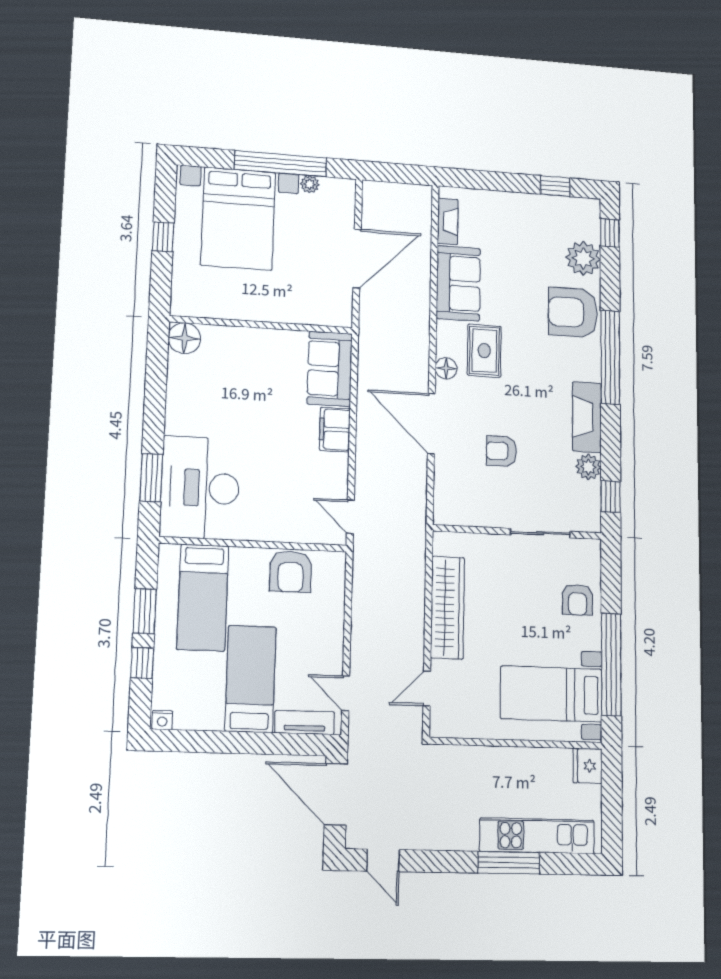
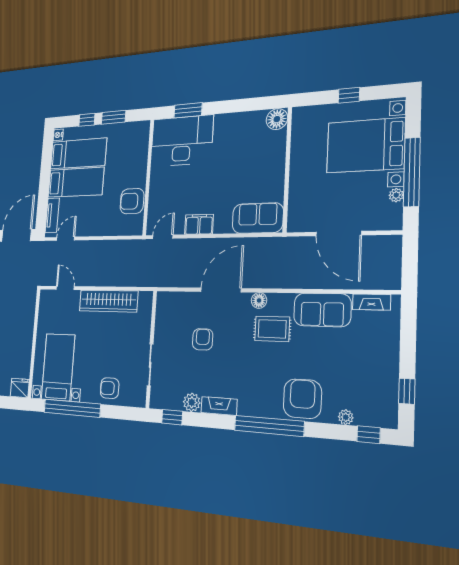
plant: (583, 258) -> (346, 417), width x0.53, depth x0.53
fireplace: (587, 417) -> (219, 406), width x0.73, depth x0.76
filing cabinet: (335, 430) -> (199, 224), moved
bed: (203, 597) -> (78, 154), moved, turned 180

